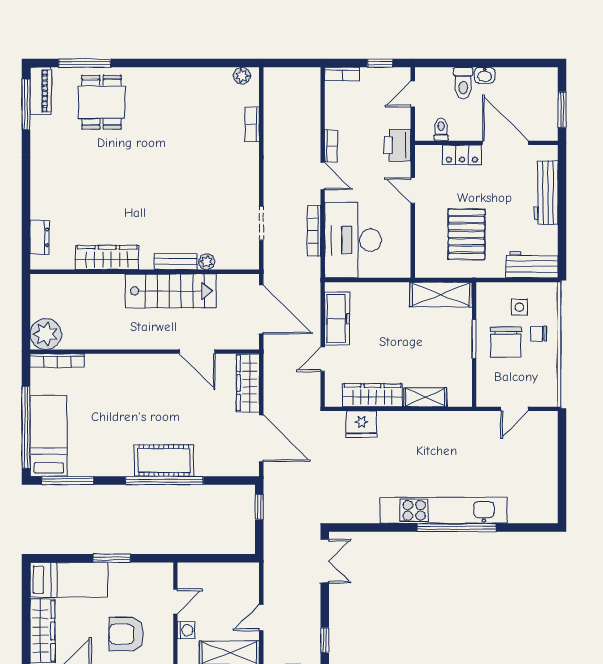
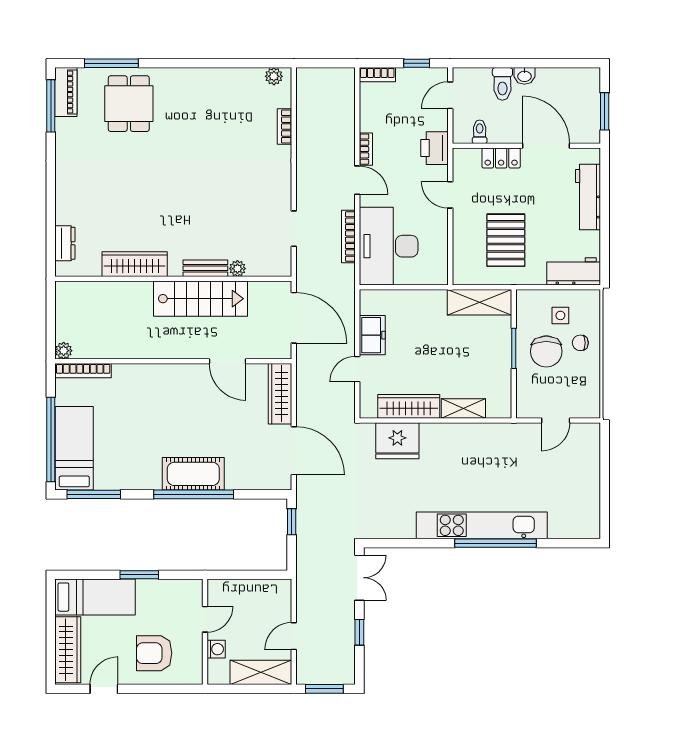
freezer: (337, 319) -> (372, 335), width x0.71
plant: (46, 334) -> (64, 351), width x0.53, depth x0.53
fridge: (362, 424) -> (397, 441), width x1.36, depth x1.34
window: (325, 640) -> (359, 632), moved

